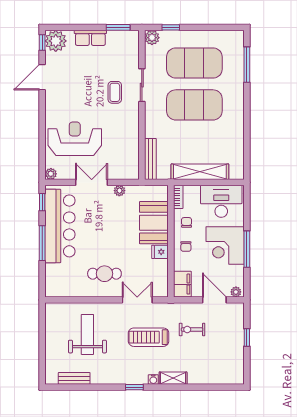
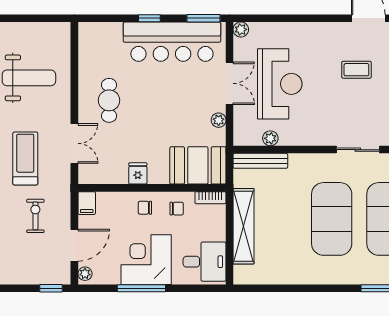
coffee table: (115, 92) -> (356, 70), moved
reception desk: (75, 139) -> (280, 84), moved
plant: (133, 151) -> (270, 138), added
desk: (221, 201) -> (205, 262), width x0.73
window: (42, 202) -> (203, 18), width x1.50
booth: (154, 223) -> (198, 165), moved
window: (42, 243) -> (149, 18), width x0.46
filing cabinet: (182, 284) -> (87, 203), width x0.50
window: (247, 338) -> (51, 288), moved

